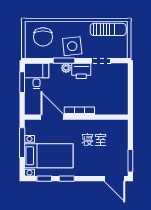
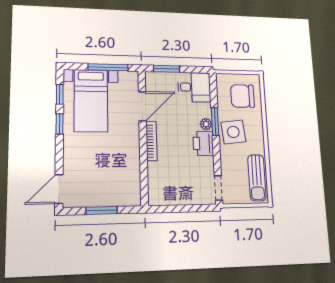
doorway: (101, 61) -> (218, 188), moved
window: (22, 82) -> (166, 69), moved
window: (130, 161) -> (102, 210), moved

